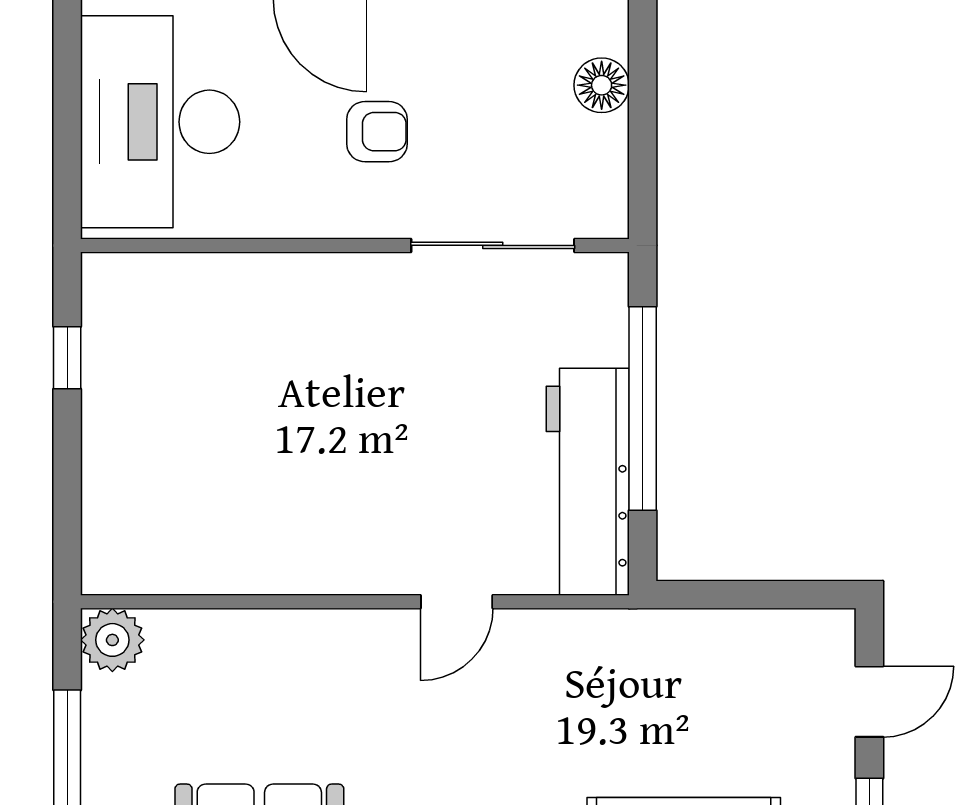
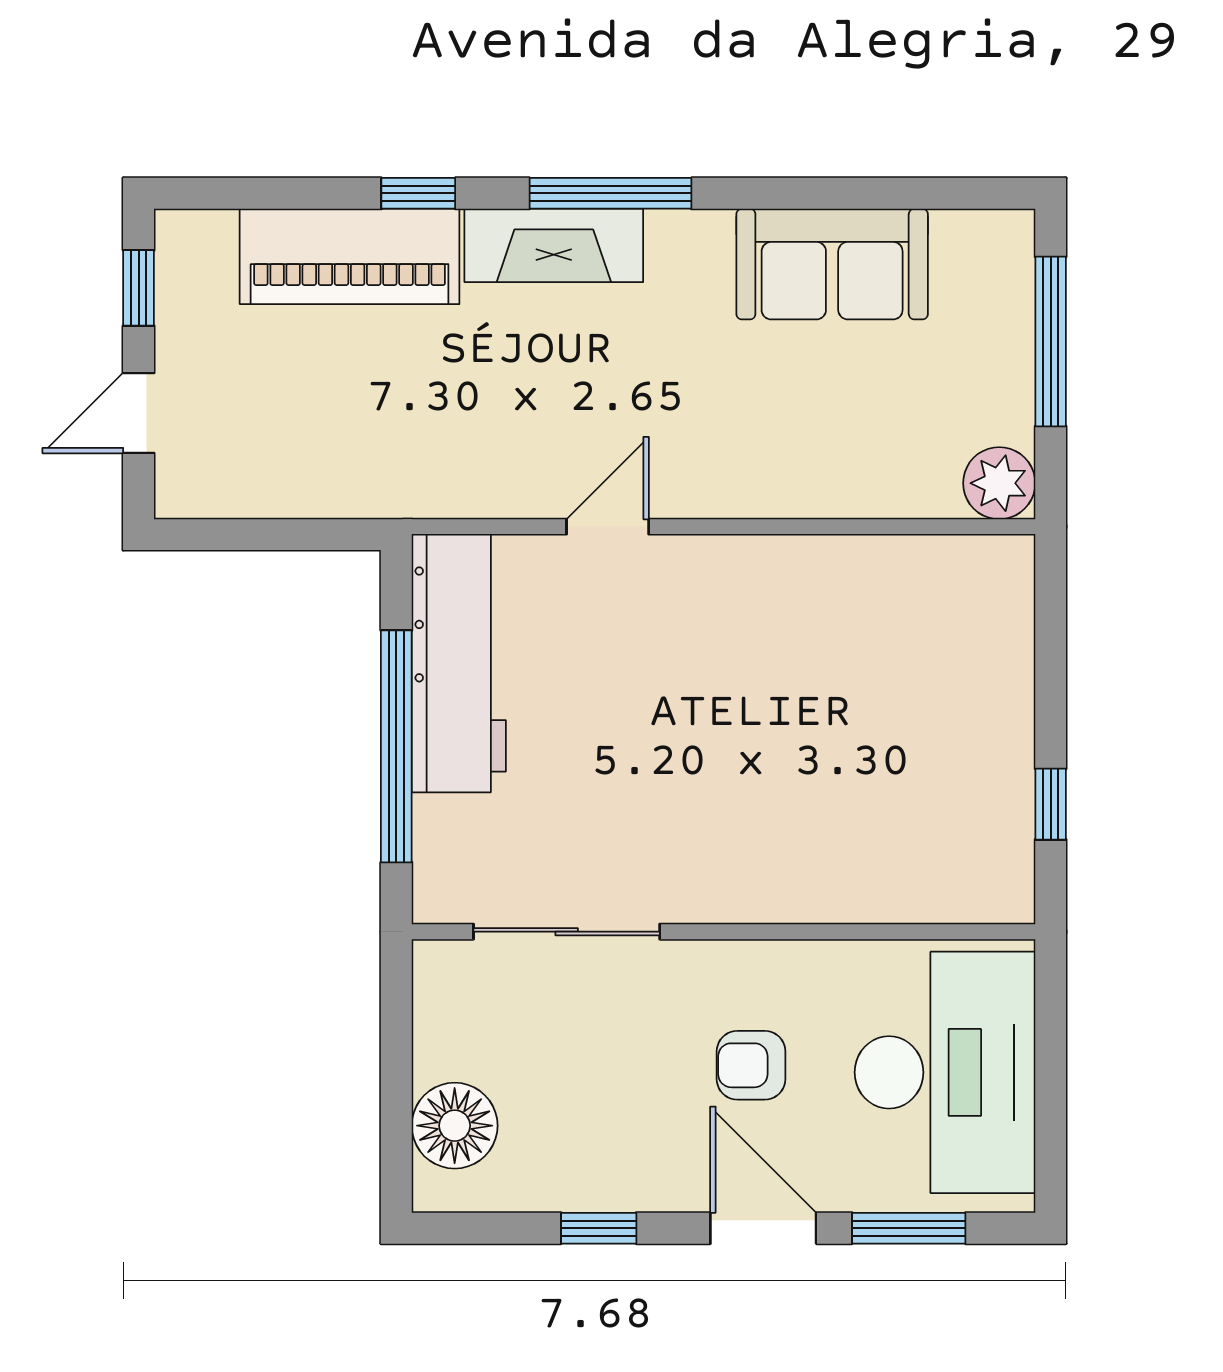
floor lamp: (602, 85) -> (455, 1126), width x1.38, depth x1.38
armchair: (377, 132) -> (751, 1065), moved

